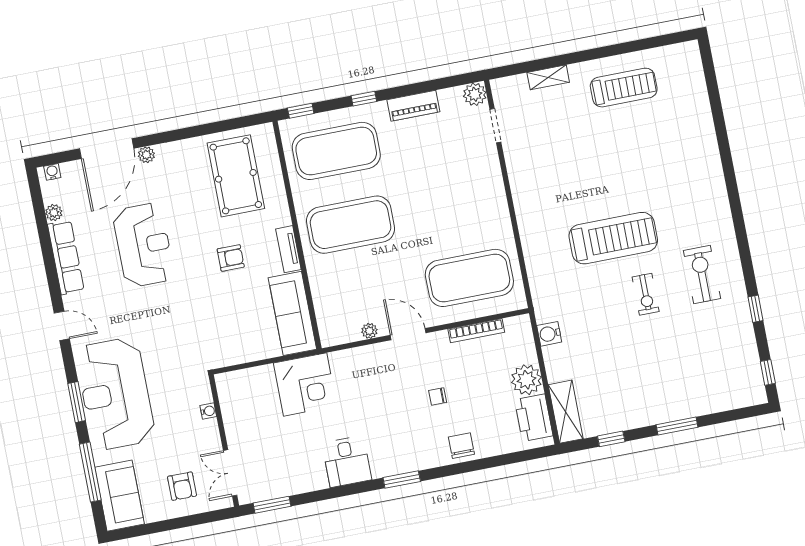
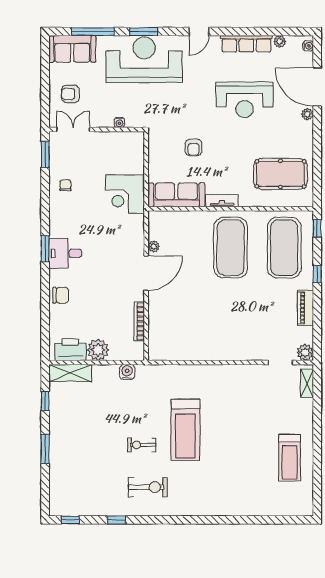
shelving: (548, 77) -> (307, 383), moved
armchair: (231, 258) -> (194, 147), moved
exercise mat: (469, 278) -> (177, 324), removed
door: (408, 334) -> (146, 273), width x1.36
chair: (438, 396) -> (65, 185), moved
desk: (347, 461) -> (65, 253), moved

